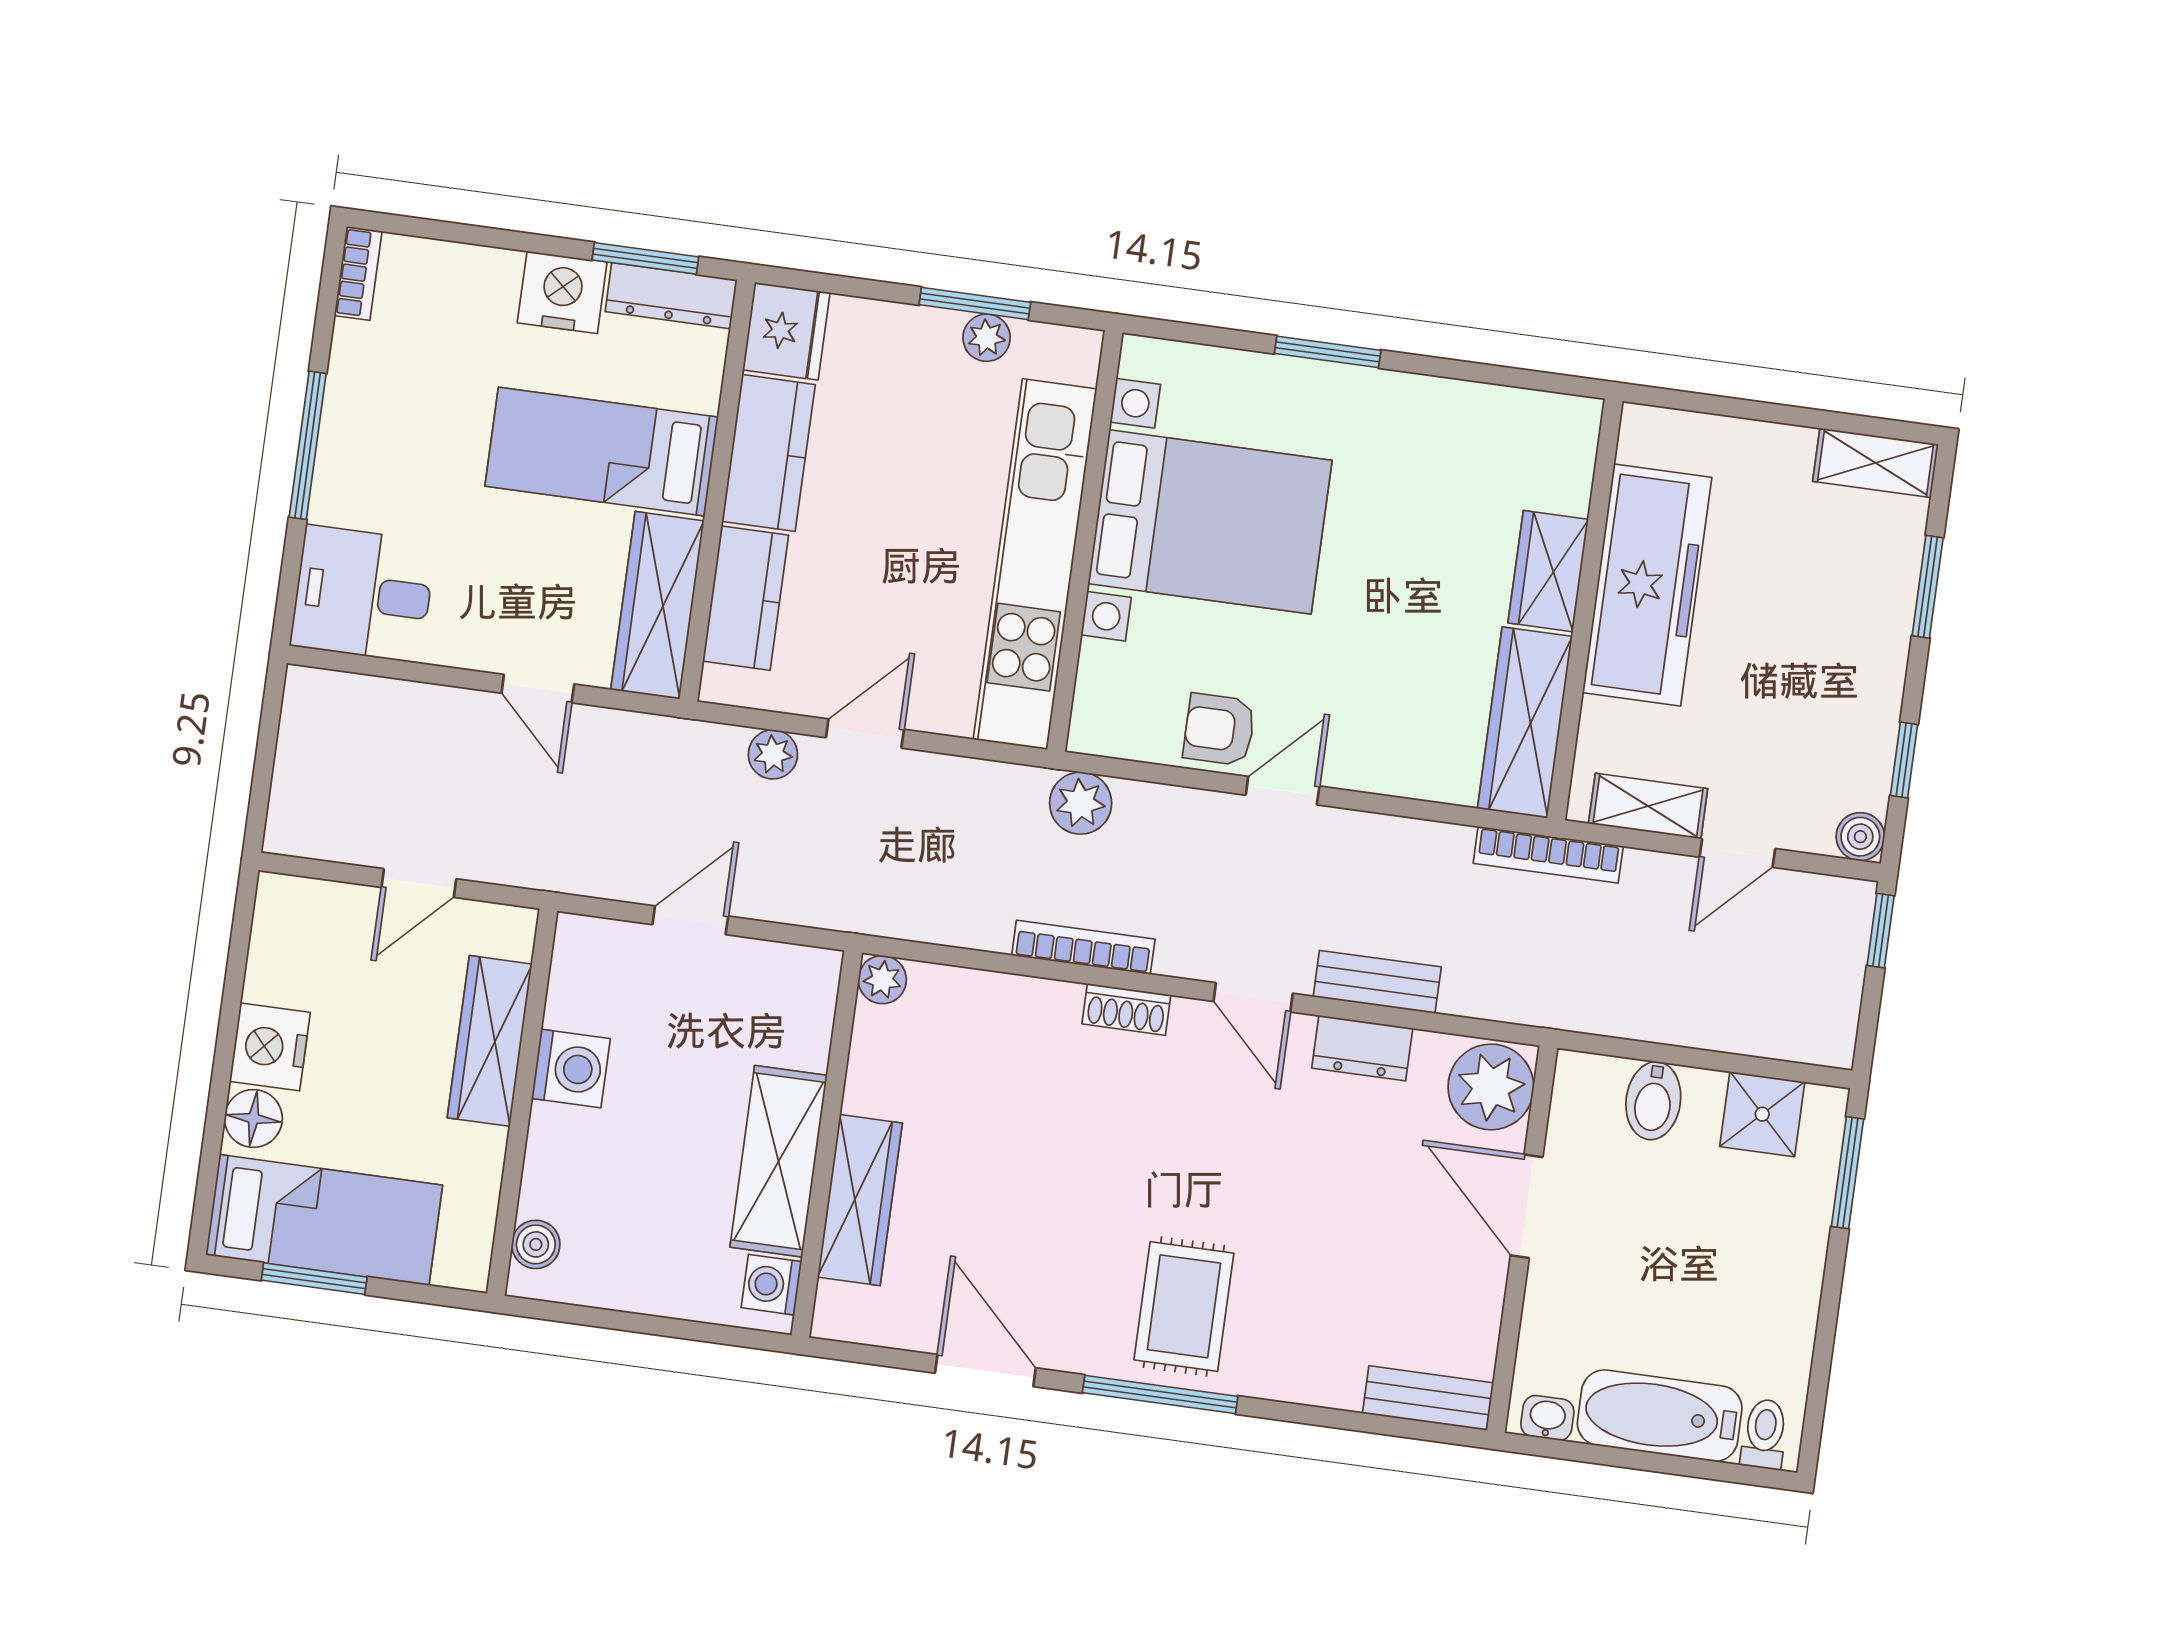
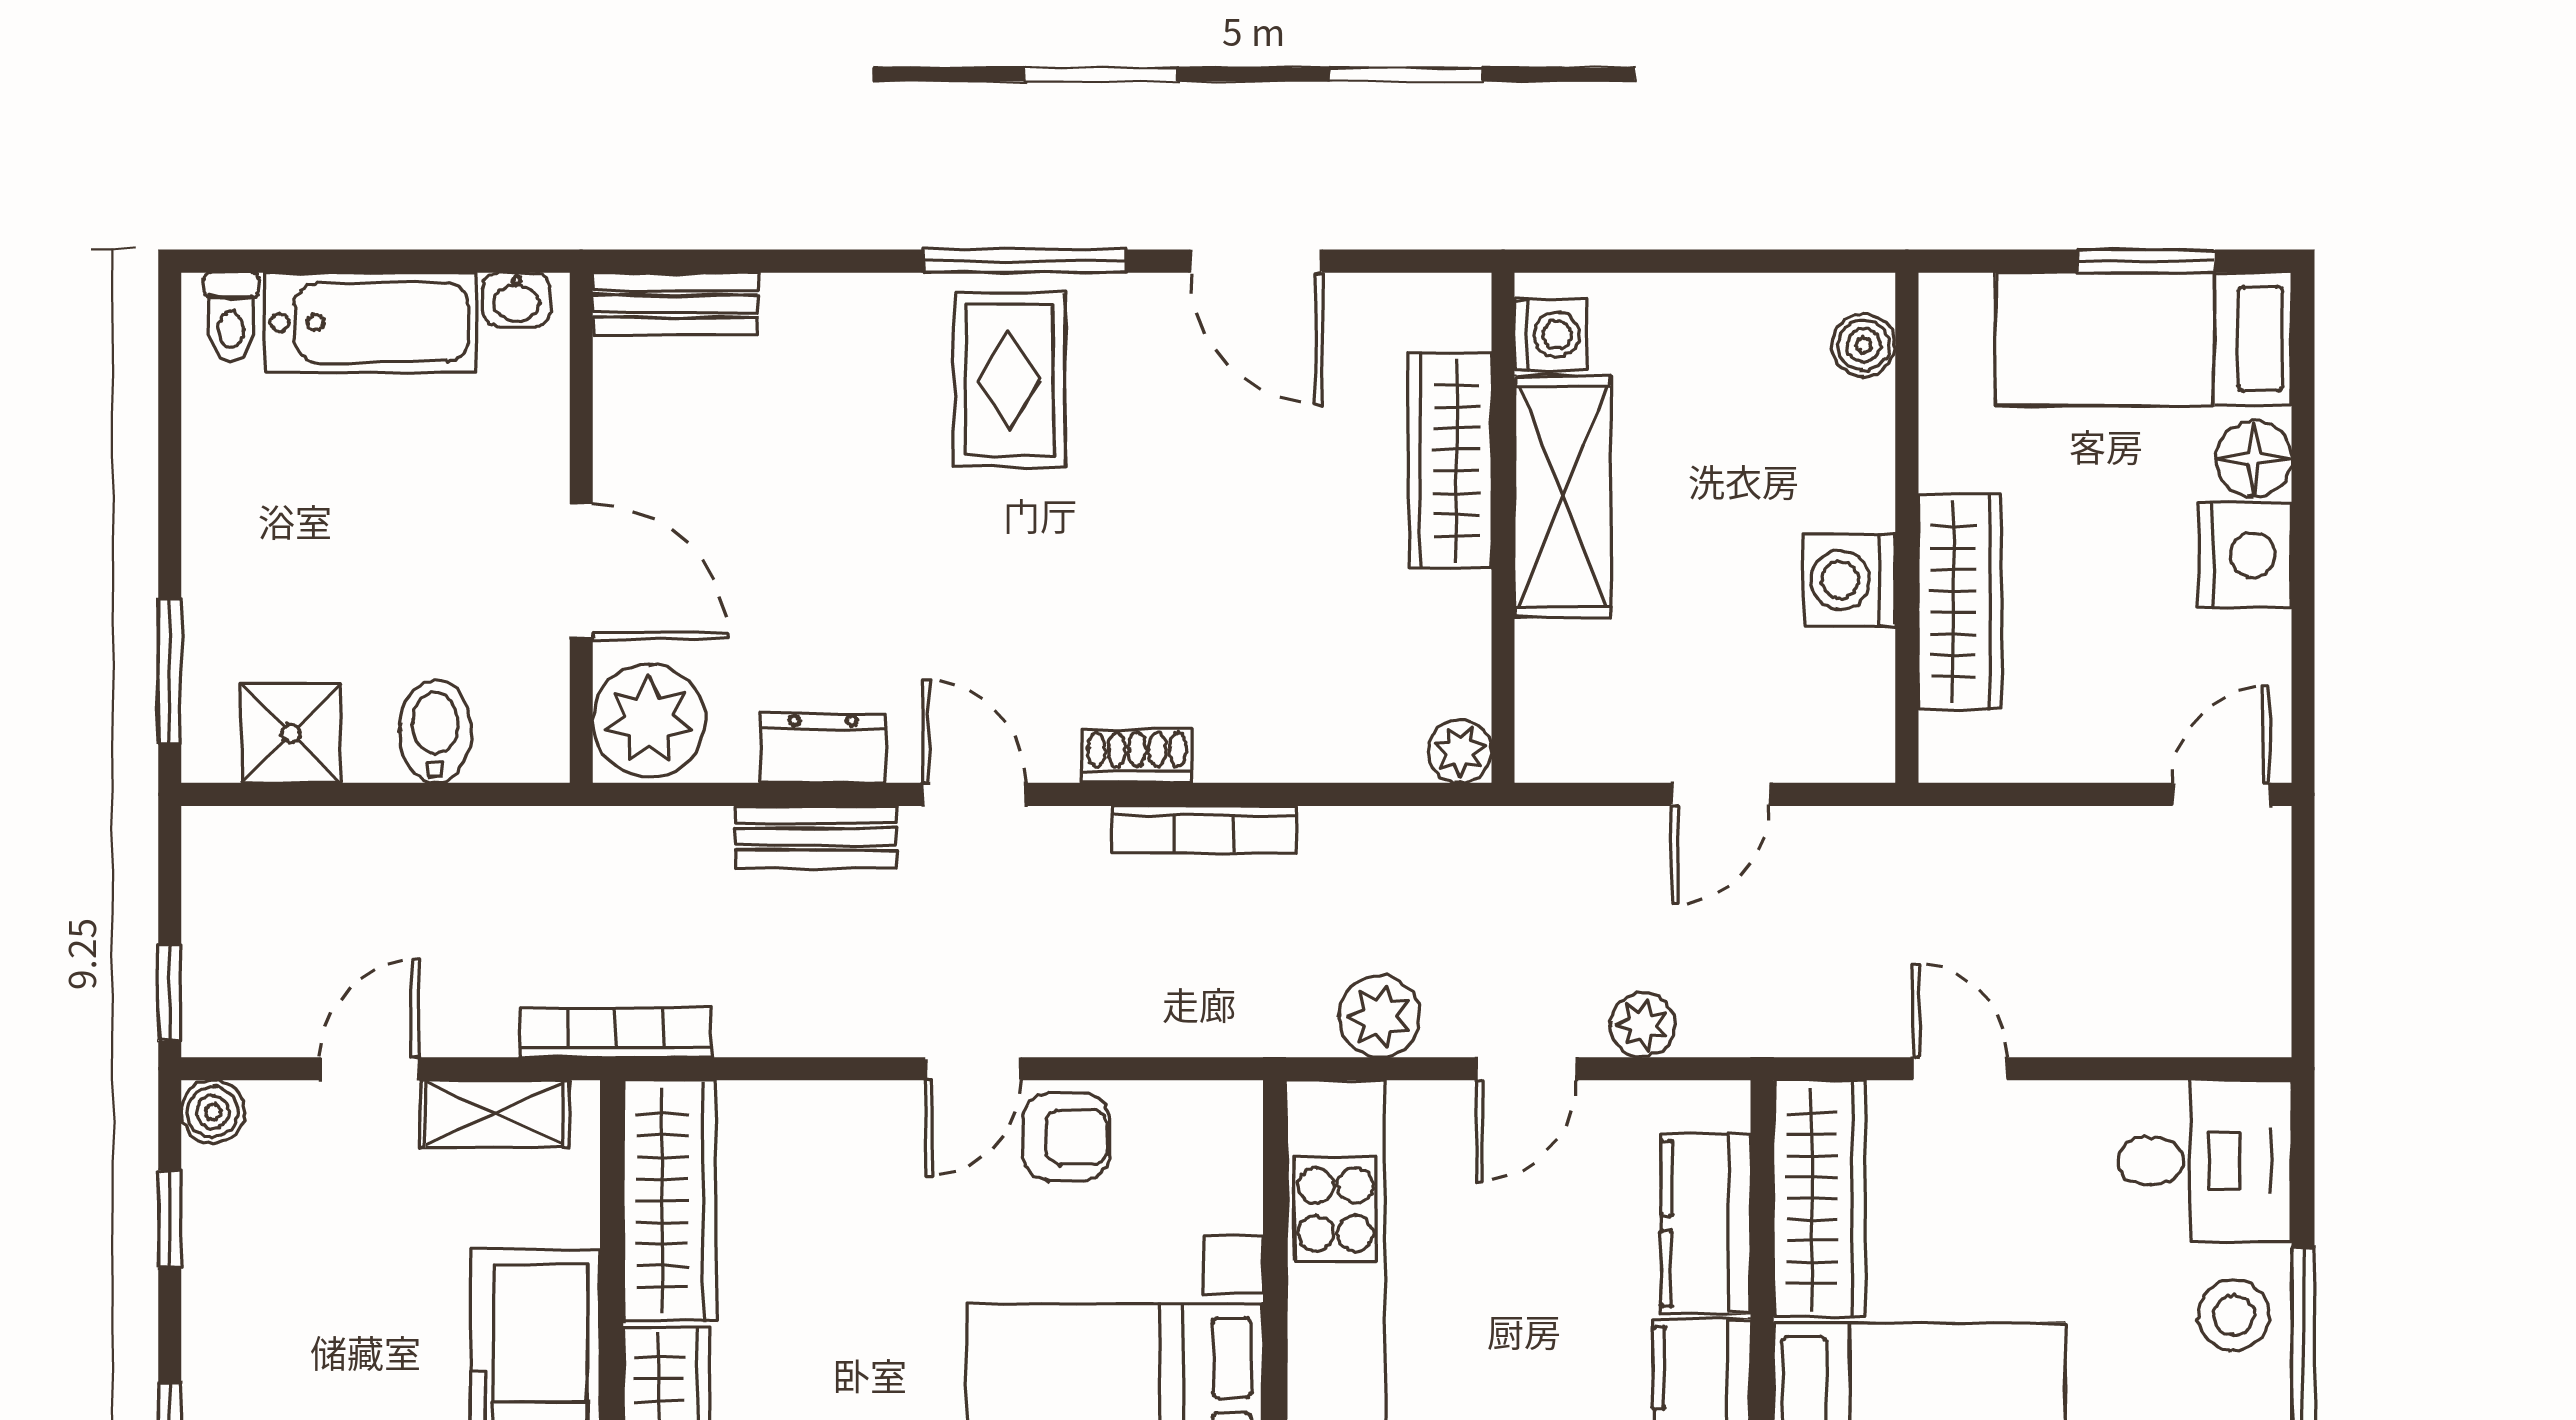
stool: (357, 474) -> (2234, 1315), added
plant: (1081, 803) -> (1380, 1016), moved
door: (419, 883) -> (2221, 794), moved

